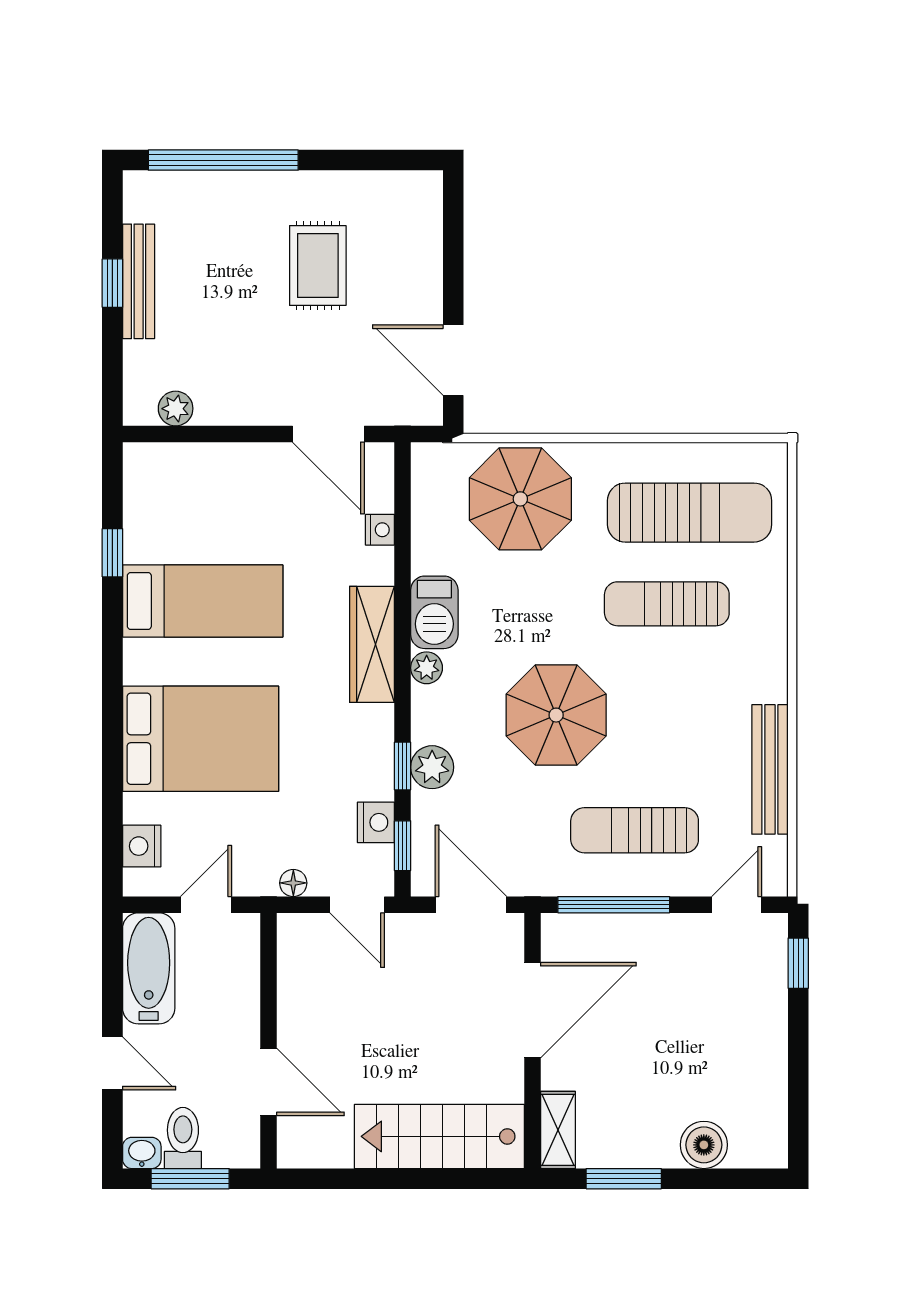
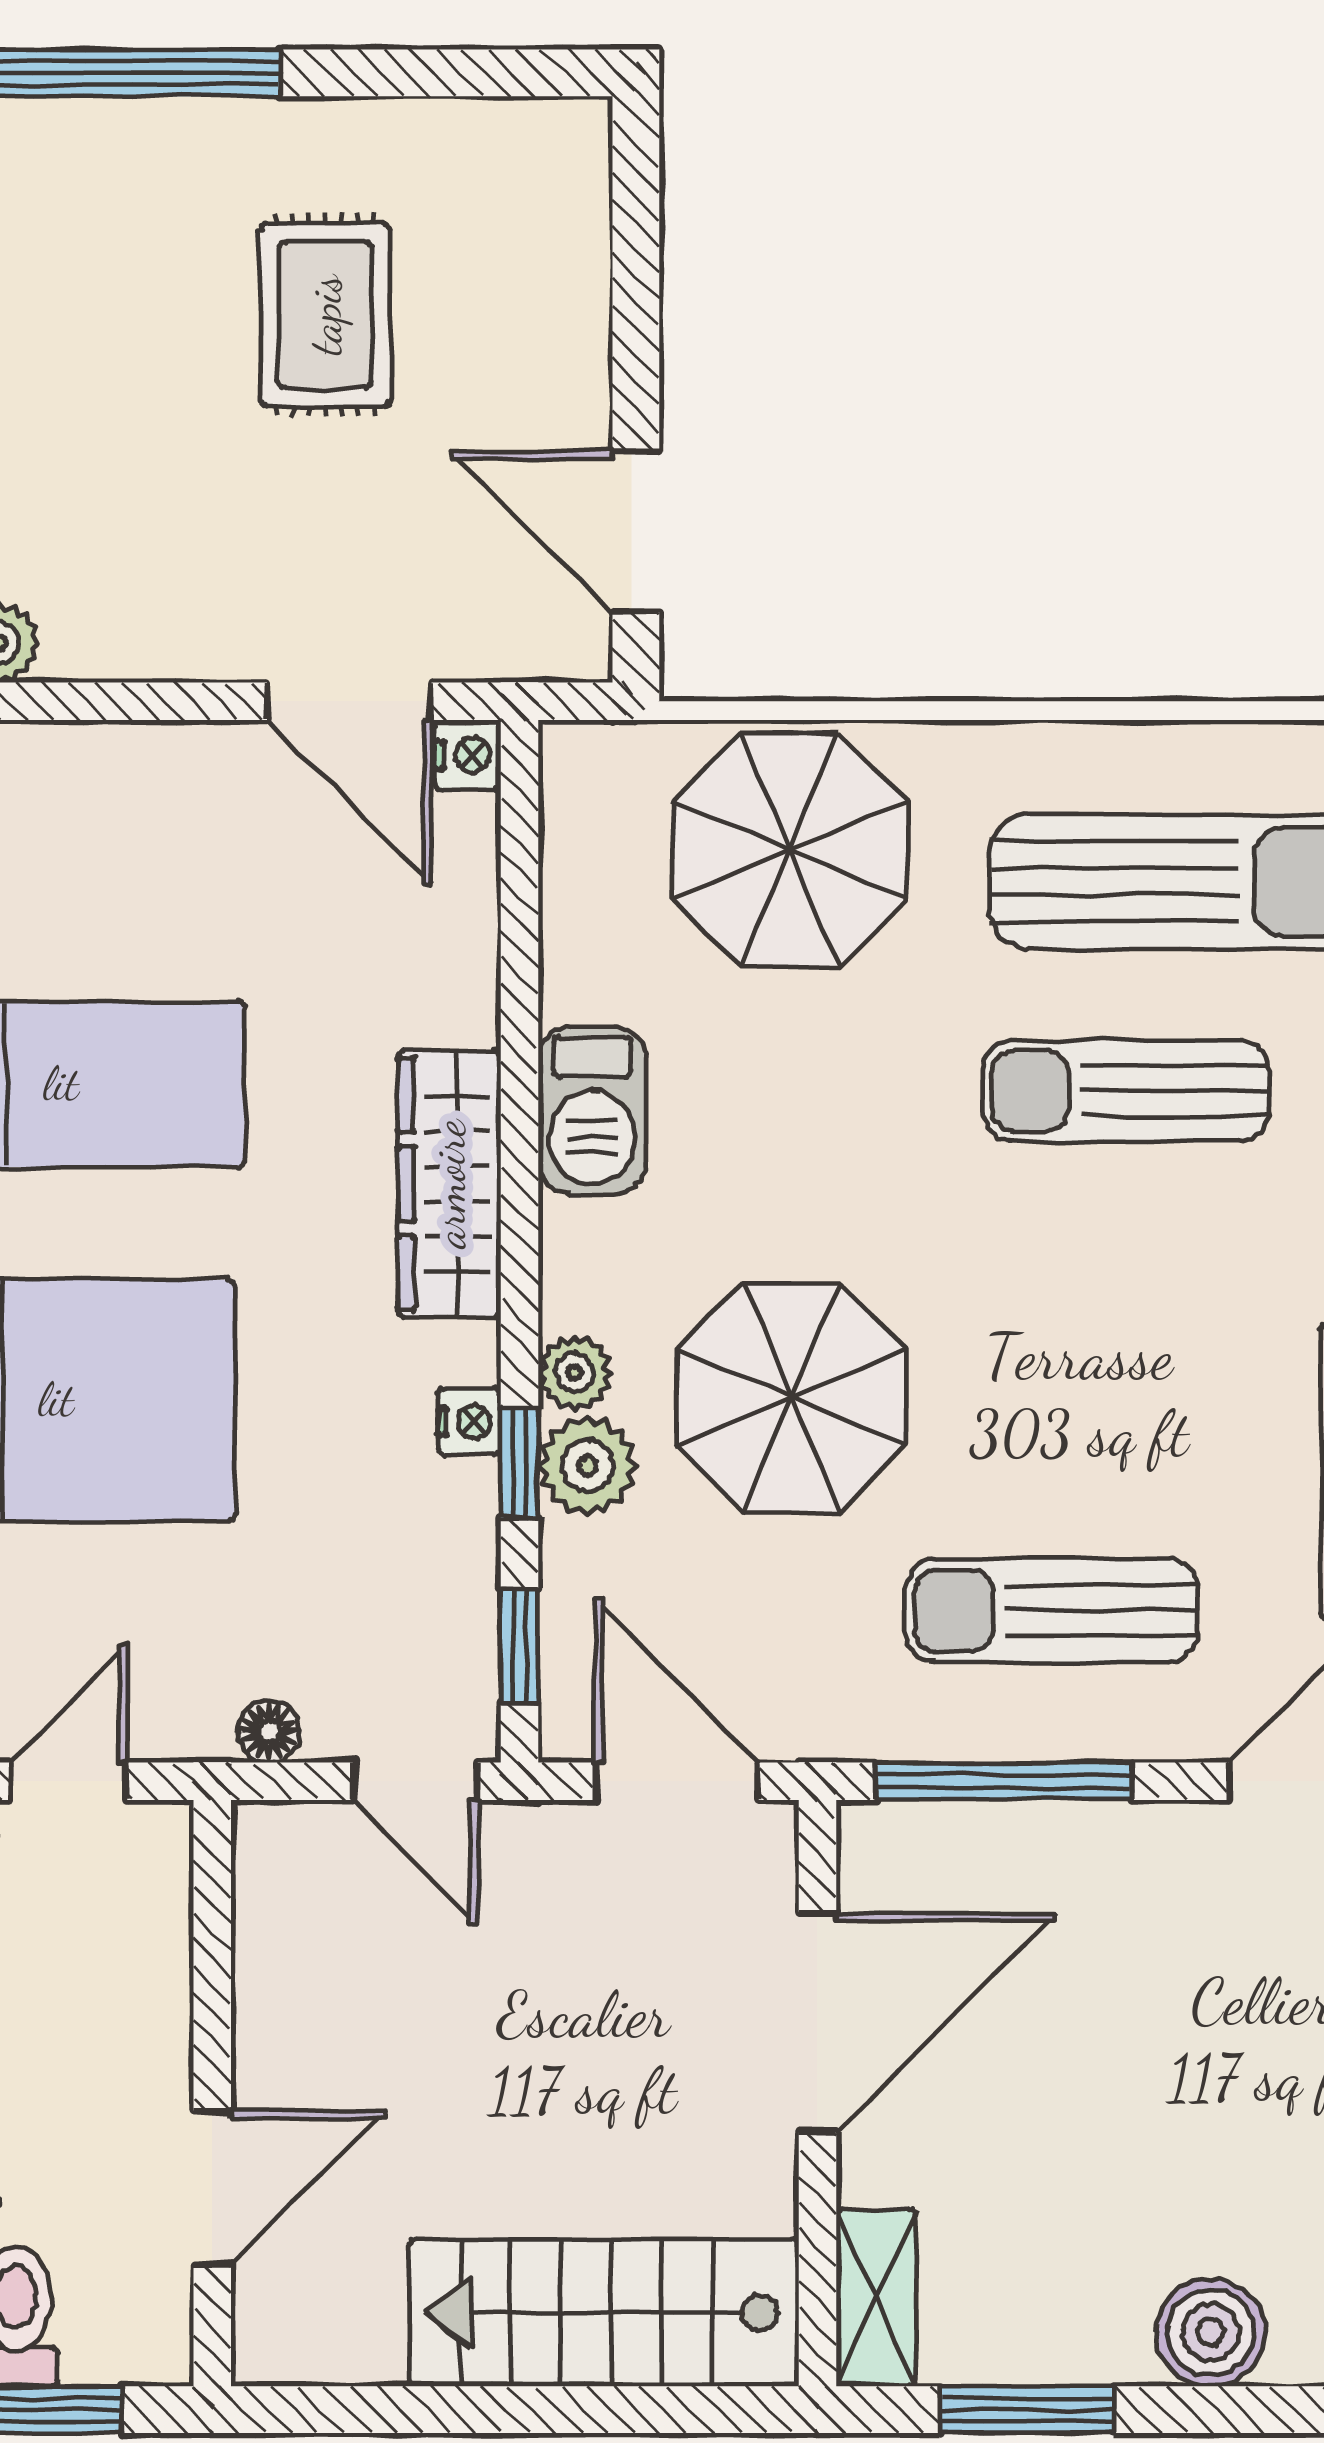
nightstand: (380, 530) -> (468, 755), moved
plant: (427, 668) -> (575, 1372), moved
parasol: (556, 715) -> (792, 1397), moved
nightstand: (376, 822) -> (469, 1422), moved, width x0.72, depth x0.74
door: (269, 1082) -> (212, 2188), hinge flipped

